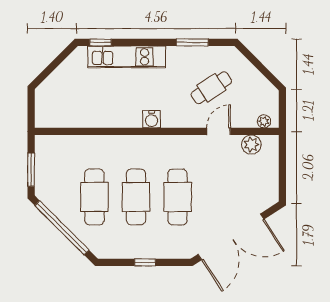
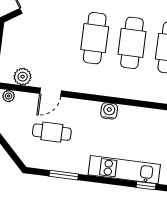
cafe table: (211, 88) -> (52, 132), turned 33

